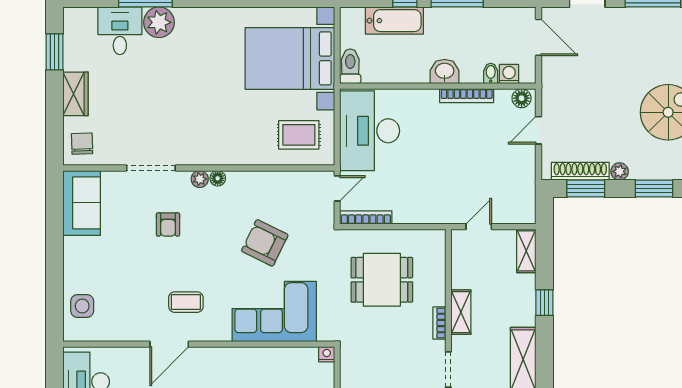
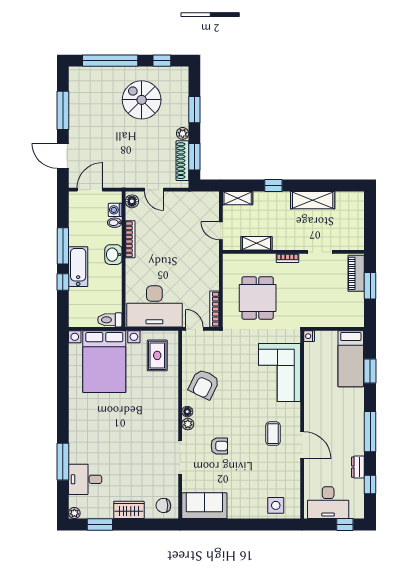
bathtub: (394, 21) -> (78, 267), moved
plant: (159, 22) -> (74, 513), moved, width x0.53, depth x0.53
armchair: (265, 243) -> (204, 384), moved
shelving: (461, 312) -> (256, 243), moved

